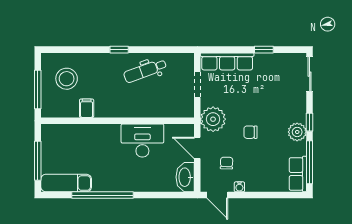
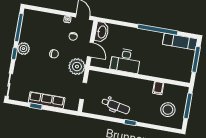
row of seats: (227, 61) -> (47, 100), moved
dental chair: (145, 71) -> (116, 106), turned 31
row of seats: (298, 174) -> (28, 21), removed

